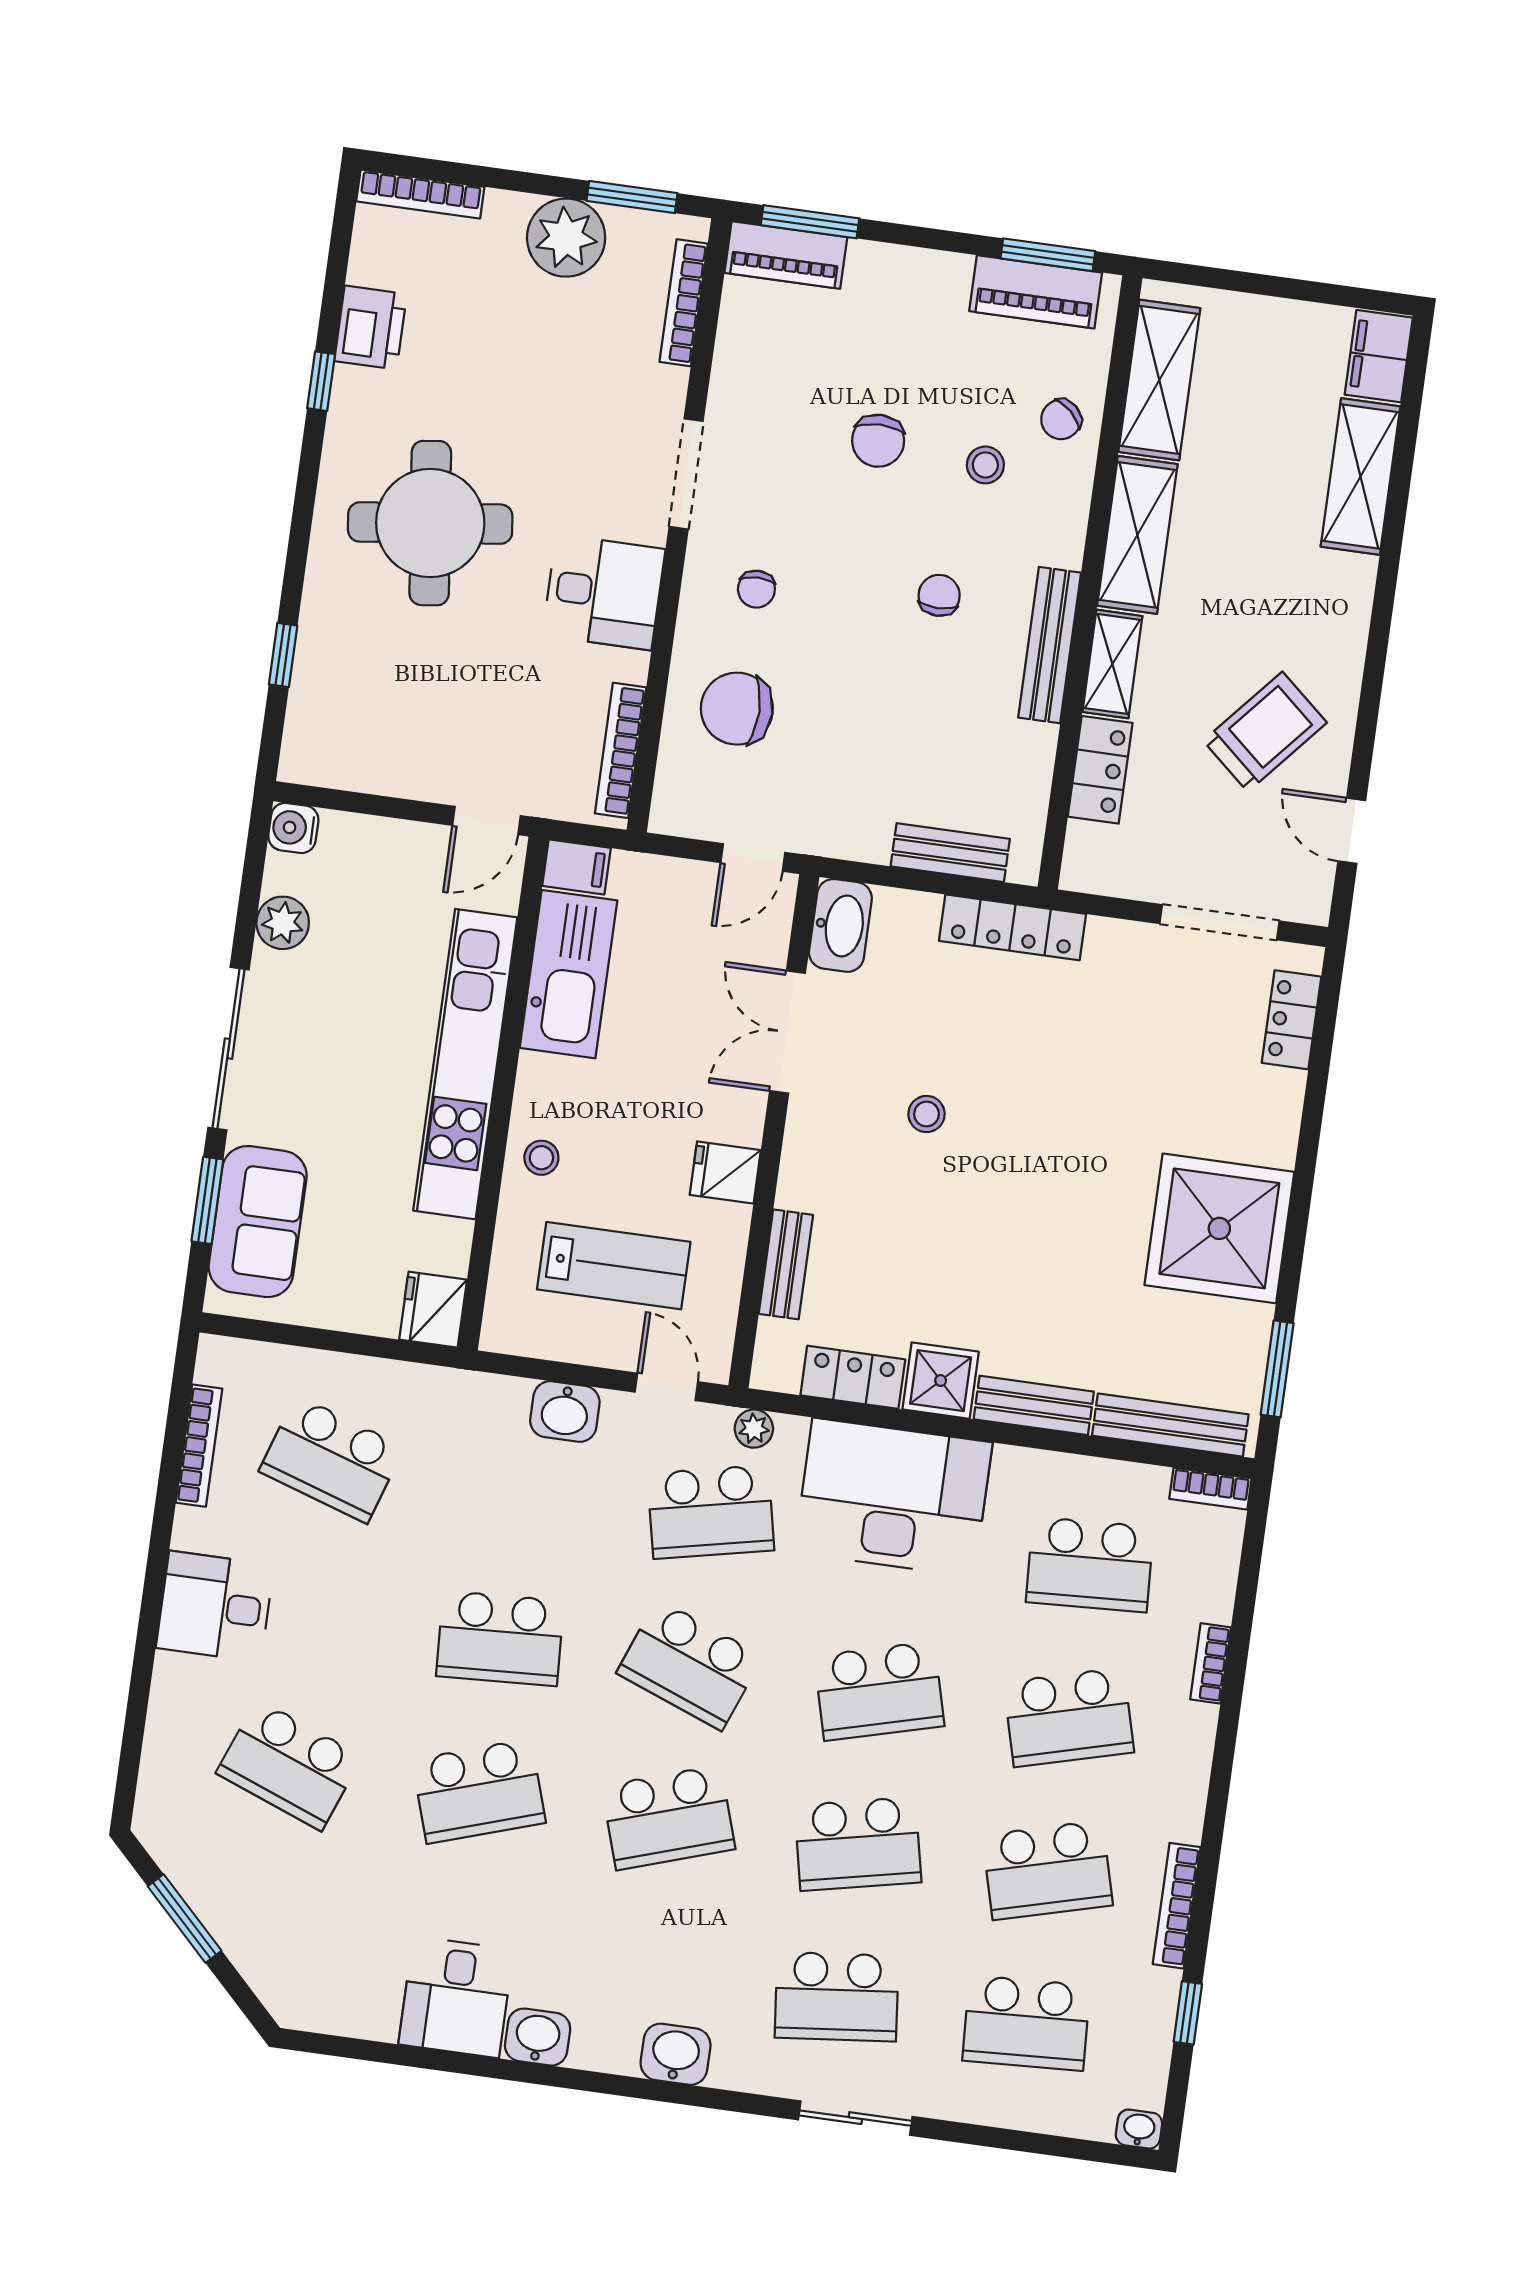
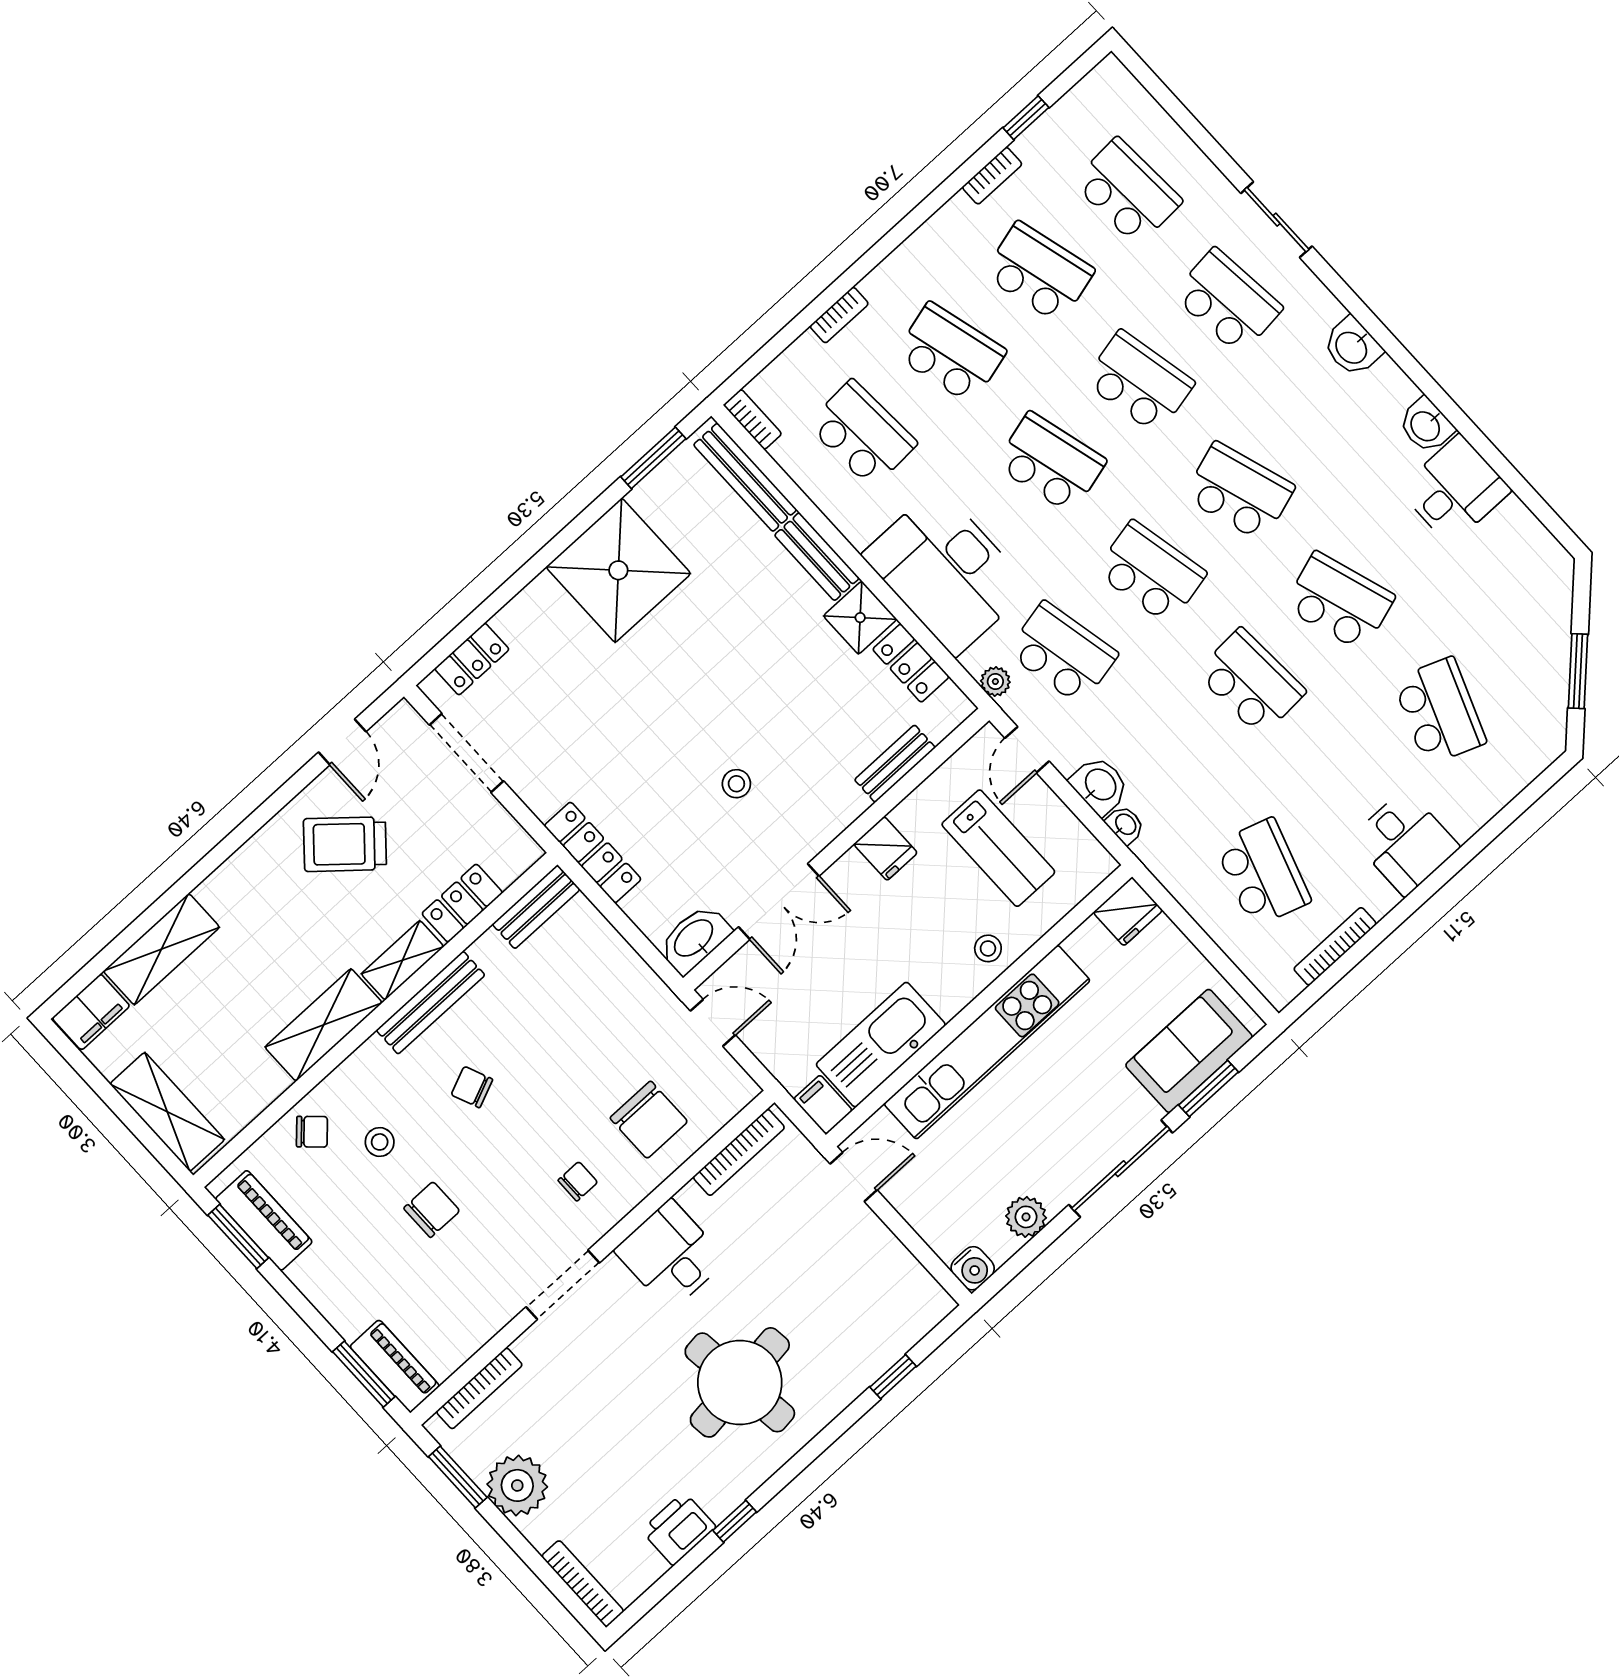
shelving: (1159, 380) -> (167, 1112), moved, turned 90
chair: (939, 595) -> (472, 1087), turned 67
bench: (950, 853) -> (536, 907), moved, turned 90
lab bench: (614, 1266) -> (998, 848), turned 180
school desk: (690, 1665) -> (1151, 572), turned -33
bookcase: (1177, 1906) -> (992, 176), width x0.64
washbasin: (1139, 2129) -> (1125, 825), moved, turned 180

